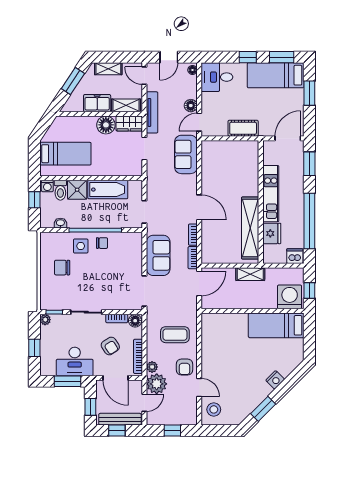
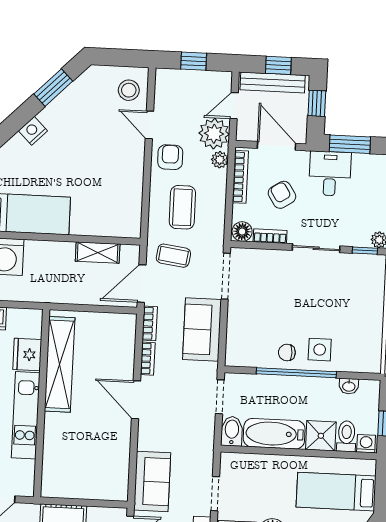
bidet: (135, 190) -> (232, 431), added
chair: (62, 268) -> (350, 318), removed
shelving: (250, 274) -> (98, 253), moved
coffee table: (179, 303) -> (173, 256), added
coffee table: (175, 335) -> (182, 207), turned 90
desk: (75, 361) -> (330, 174), width x0.73

